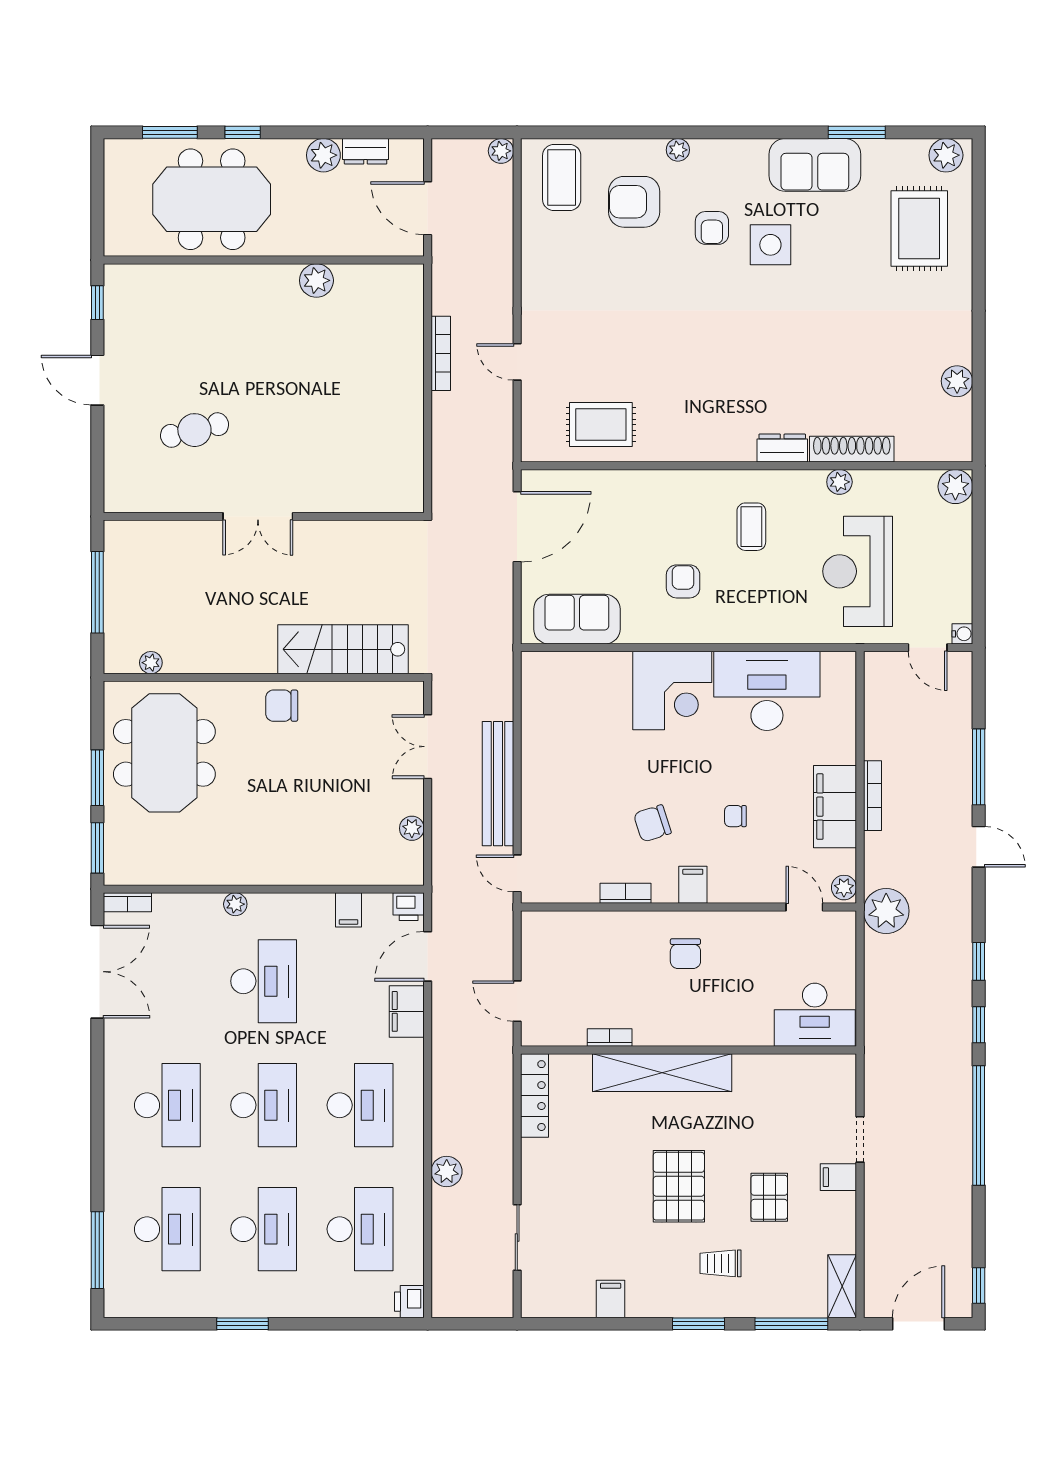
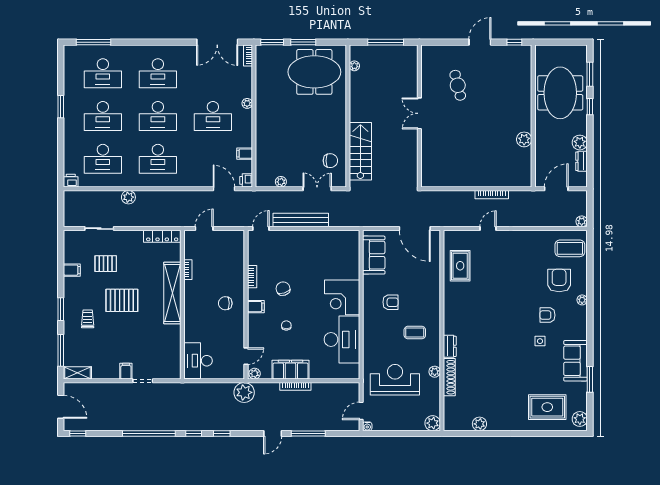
side table: (770, 245) -> (540, 341), width x0.54, depth x0.54
chair: (282, 706) -> (330, 161), moved, turned 90
filing cabinet: (407, 1011) -> (200, 180), removed
pallet: (769, 1197) -> (106, 264), moved

